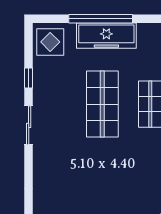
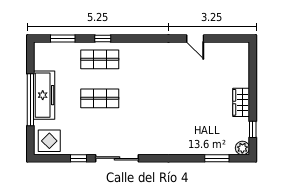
shop shelf: (102, 104) -> (100, 98), width x0.70, depth x0.74
sliding door: (29, 125) -> (117, 158), width x1.37

